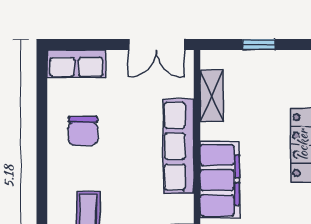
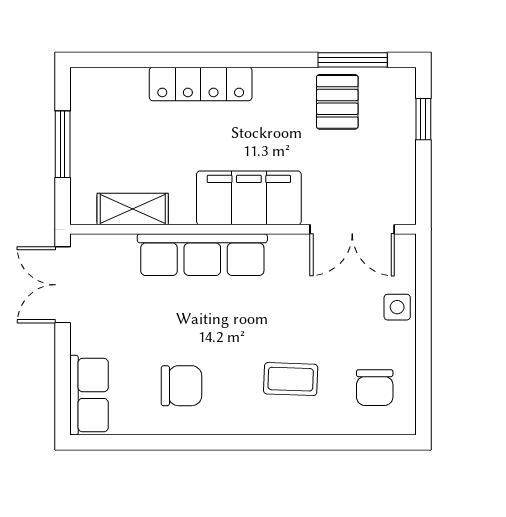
double door: (156, 44) -> (63, 285), swing flipped
window: (259, 44) -> (63, 144), width x1.50

